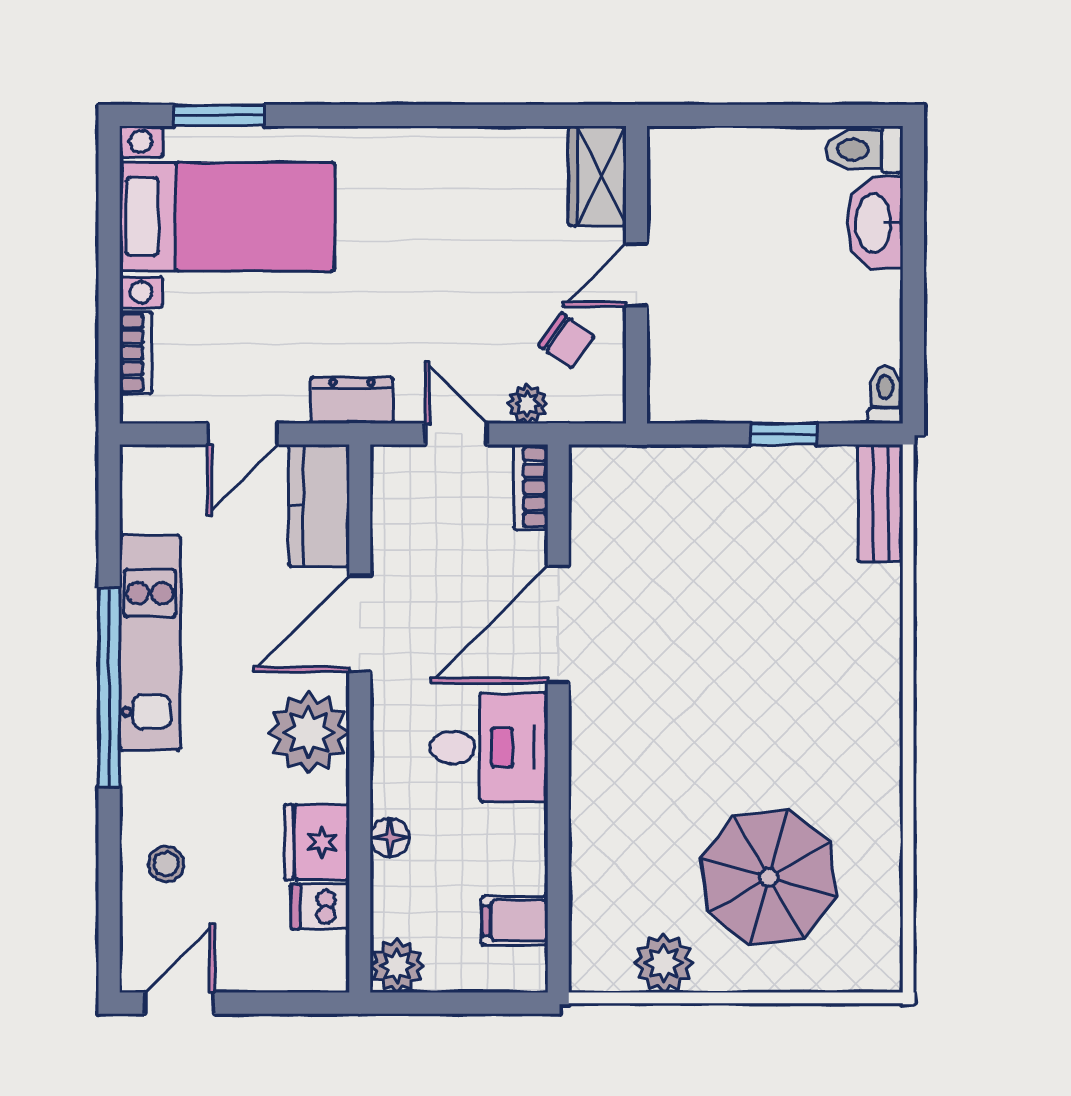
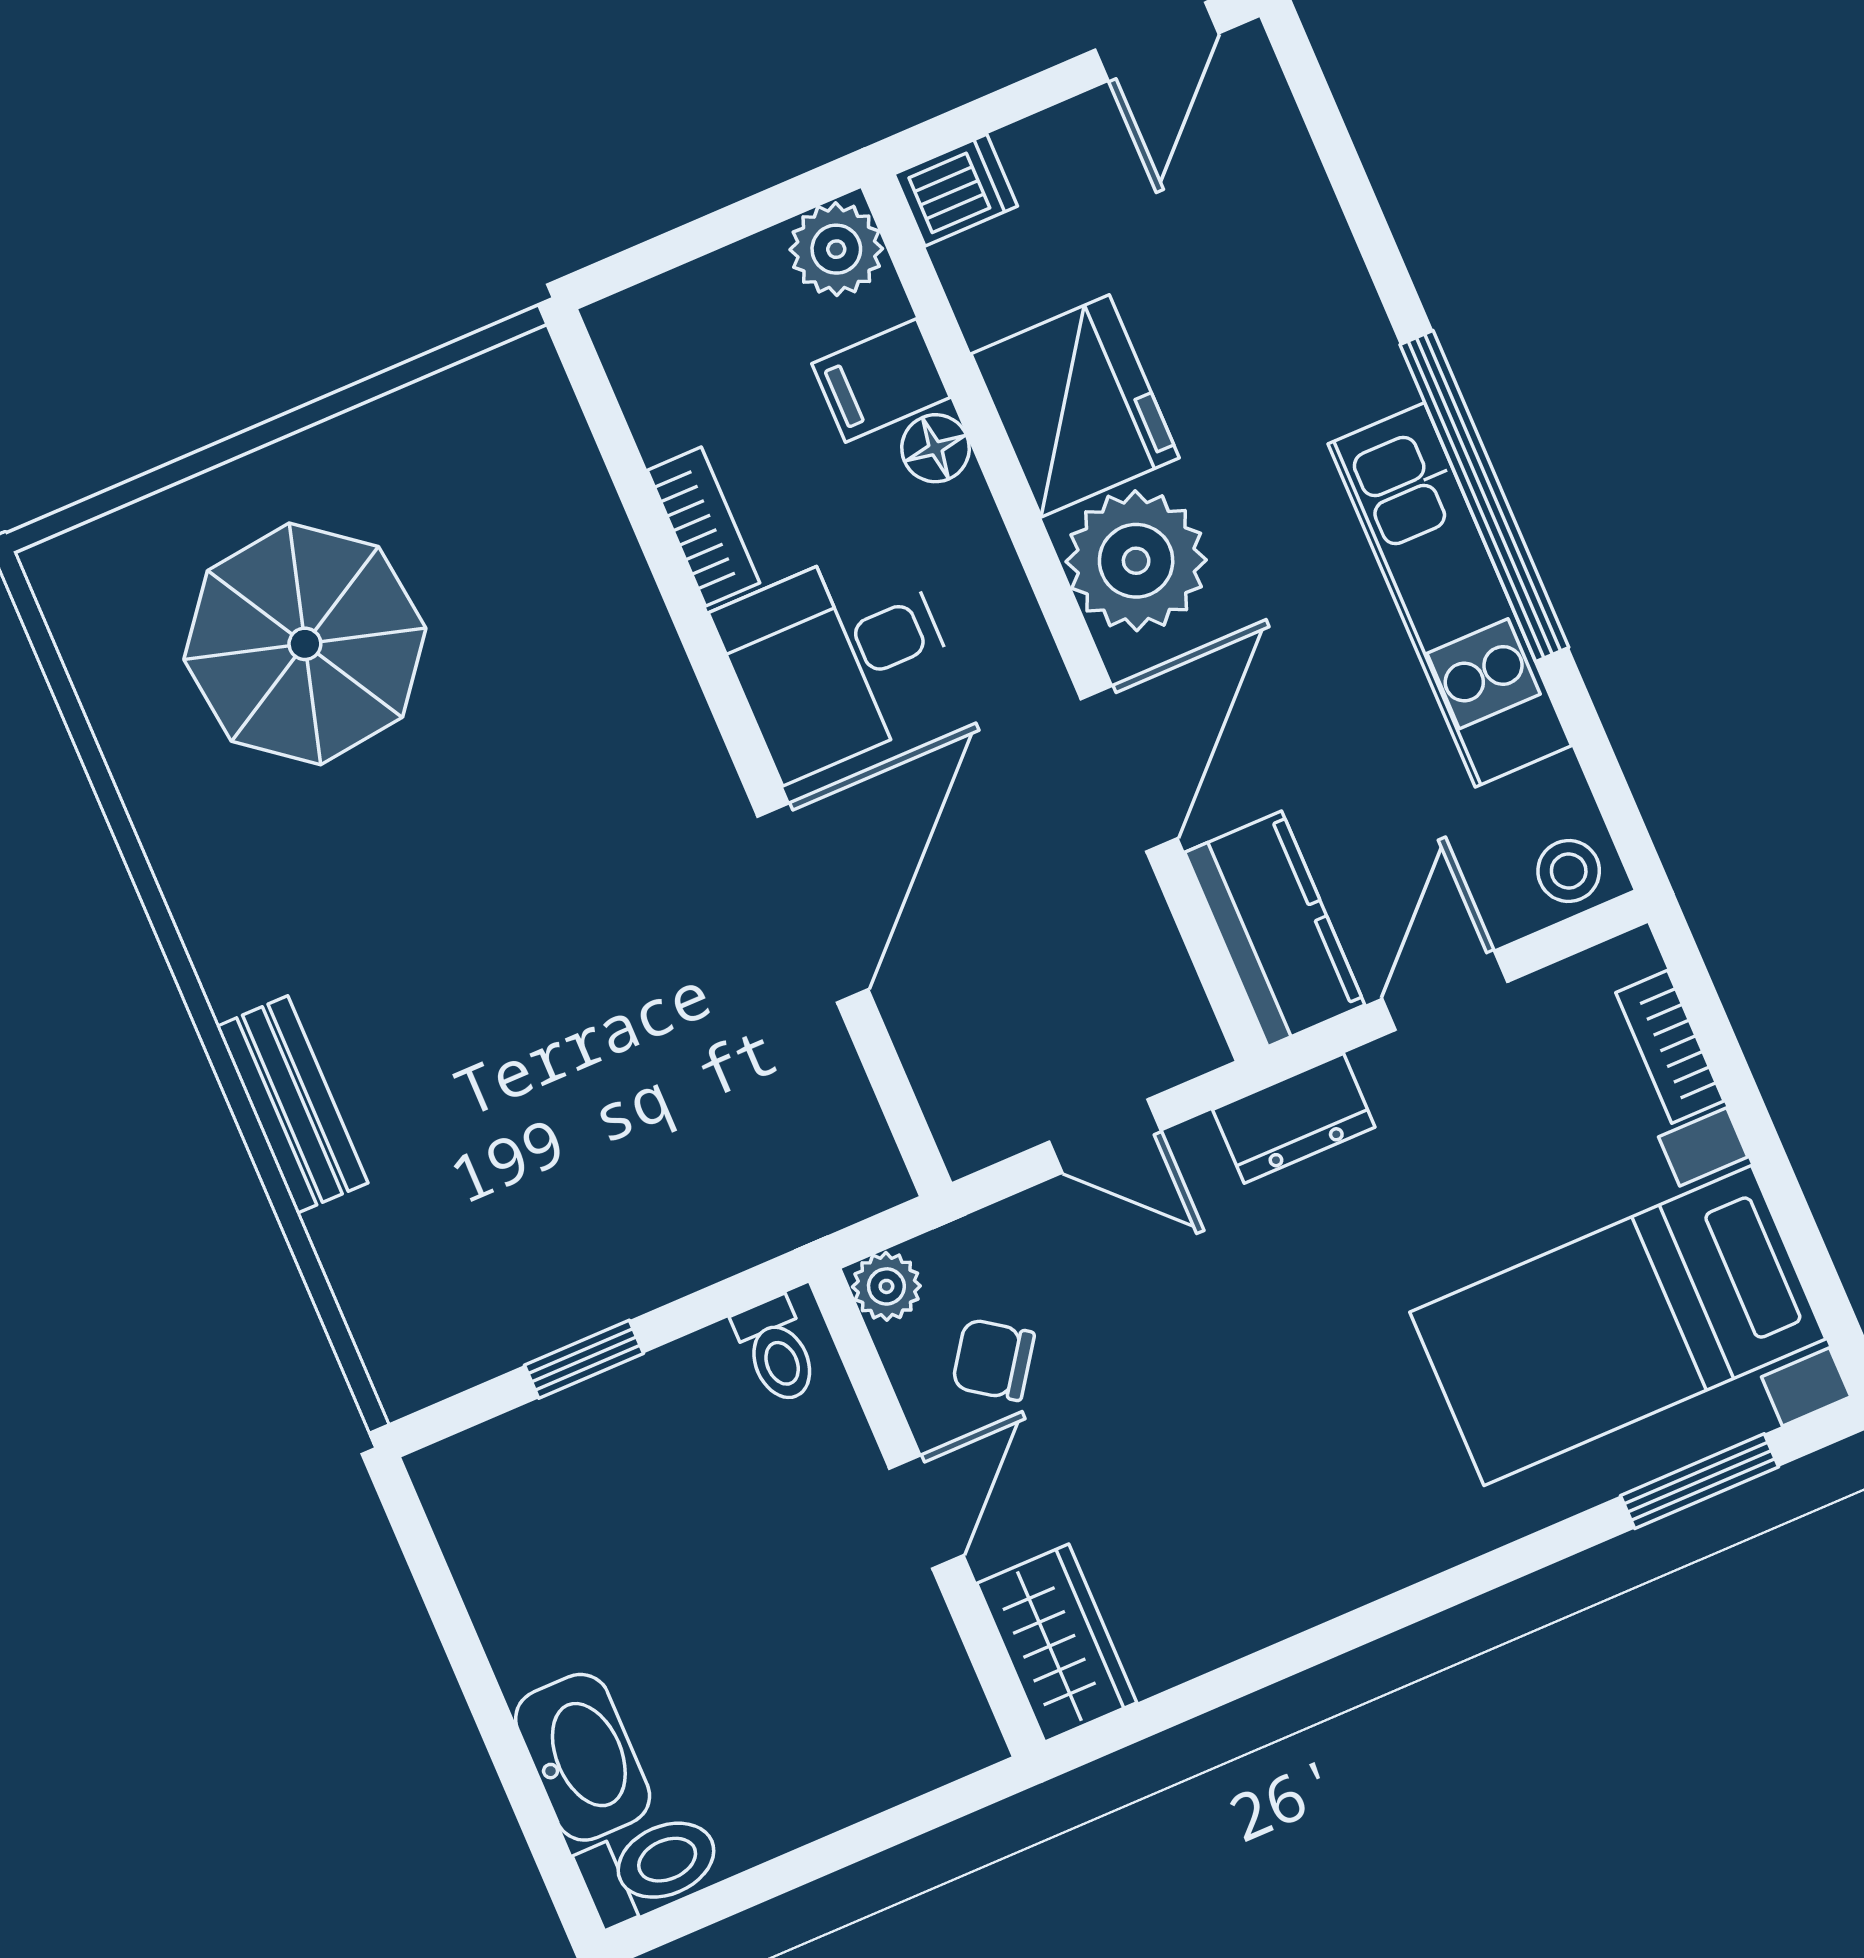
toilet: (885, 395) -> (777, 1351), moved
plant: (528, 404) -> (886, 1286), moved
bookcase: (531, 487) -> (703, 527), moved
bench: (880, 503) -> (292, 1105), moved
fridge: (317, 842) -> (1075, 406), width x1.36, depth x1.34
stool: (166, 864) -> (1569, 871), moved
dishwasher: (320, 907) -> (956, 190), moved
filing cabinet: (515, 921) -> (881, 381), moved, turned 180
plant: (664, 963) -> (414, 436), removed

